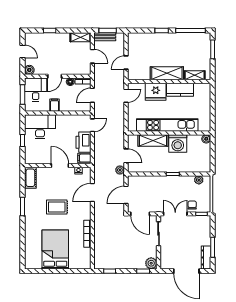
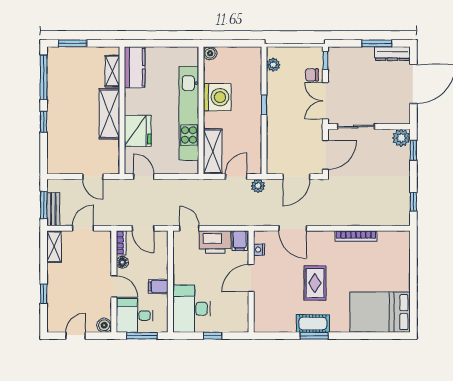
kitchen counter: (180, 90) -> (135, 67), moved
shelving: (153, 141) -> (213, 151), moved
cot: (30, 178) -> (313, 324), moved
door: (126, 195) -> (296, 177), hinge flipped
bed: (55, 249) -> (380, 312), moved

